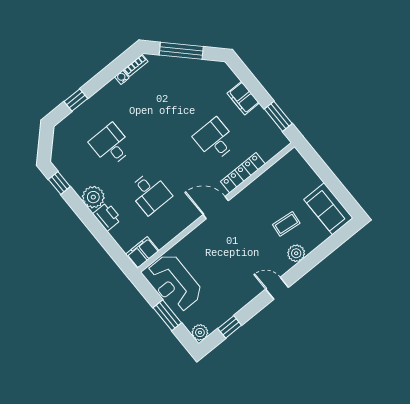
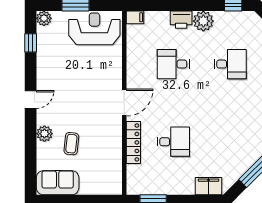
filing cabinet: (243, 98) -> (209, 186), moved
filing cabinet: (142, 252) -> (135, 17), width x0.50

